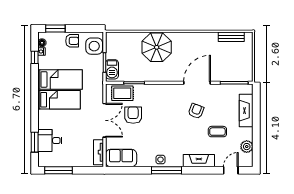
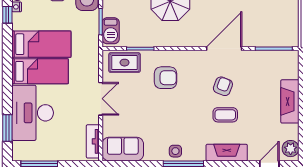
fireplace: (246, 111) -> (290, 101), moved
armchair: (133, 115) -> (166, 78), moved, turned 90
double door: (104, 120) -> (101, 99), width x0.73
coffee table: (217, 132) -> (225, 115), moved
desk: (50, 141) -> (33, 113), width x1.87, depth x1.30
plant: (247, 147) -> (291, 149), moved

